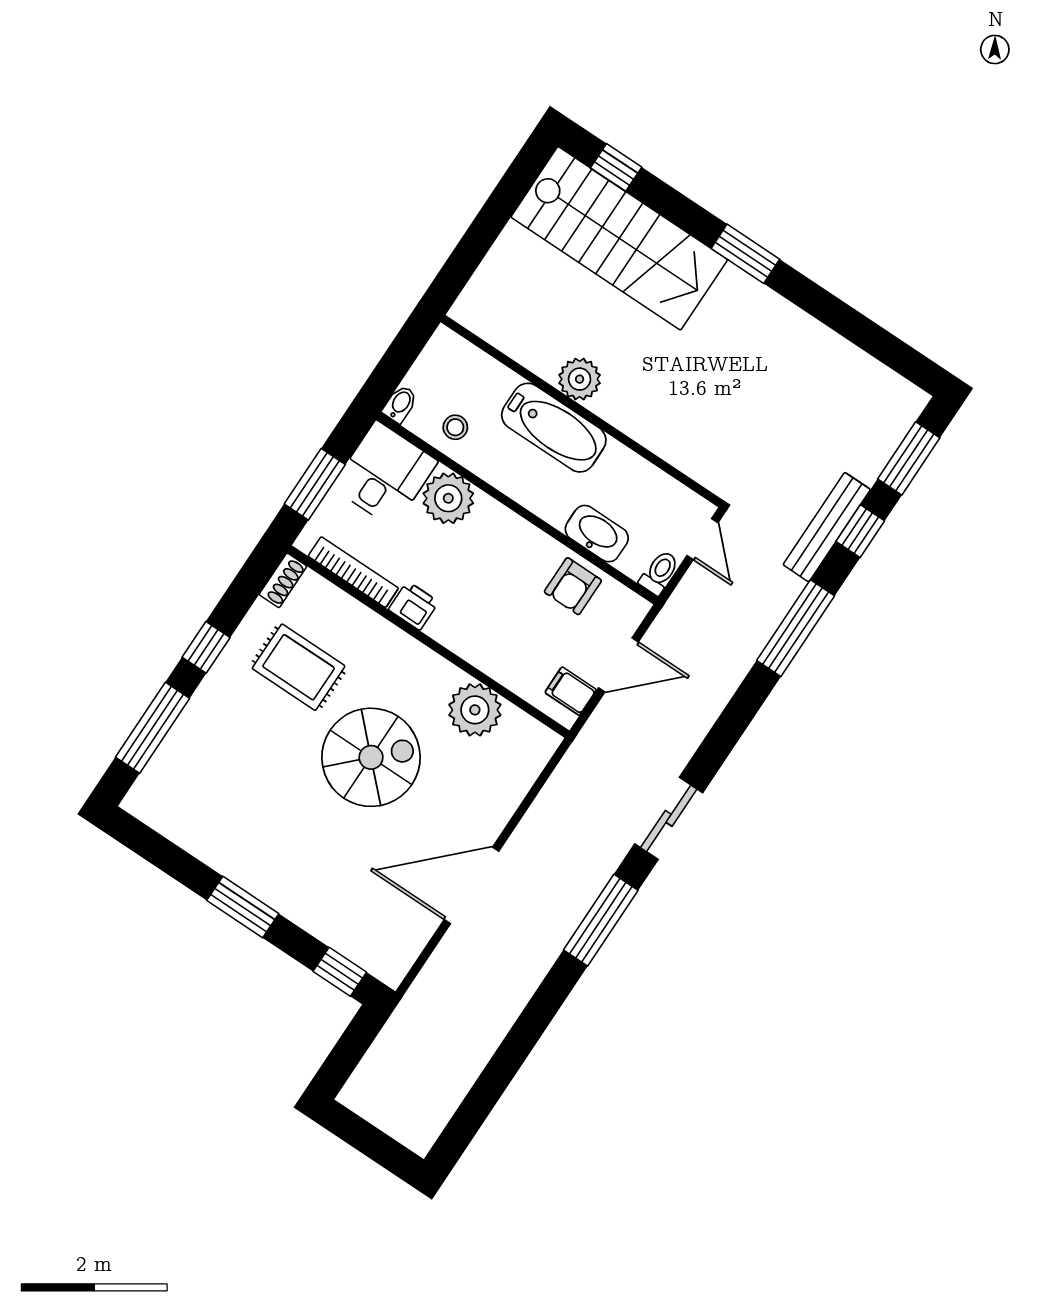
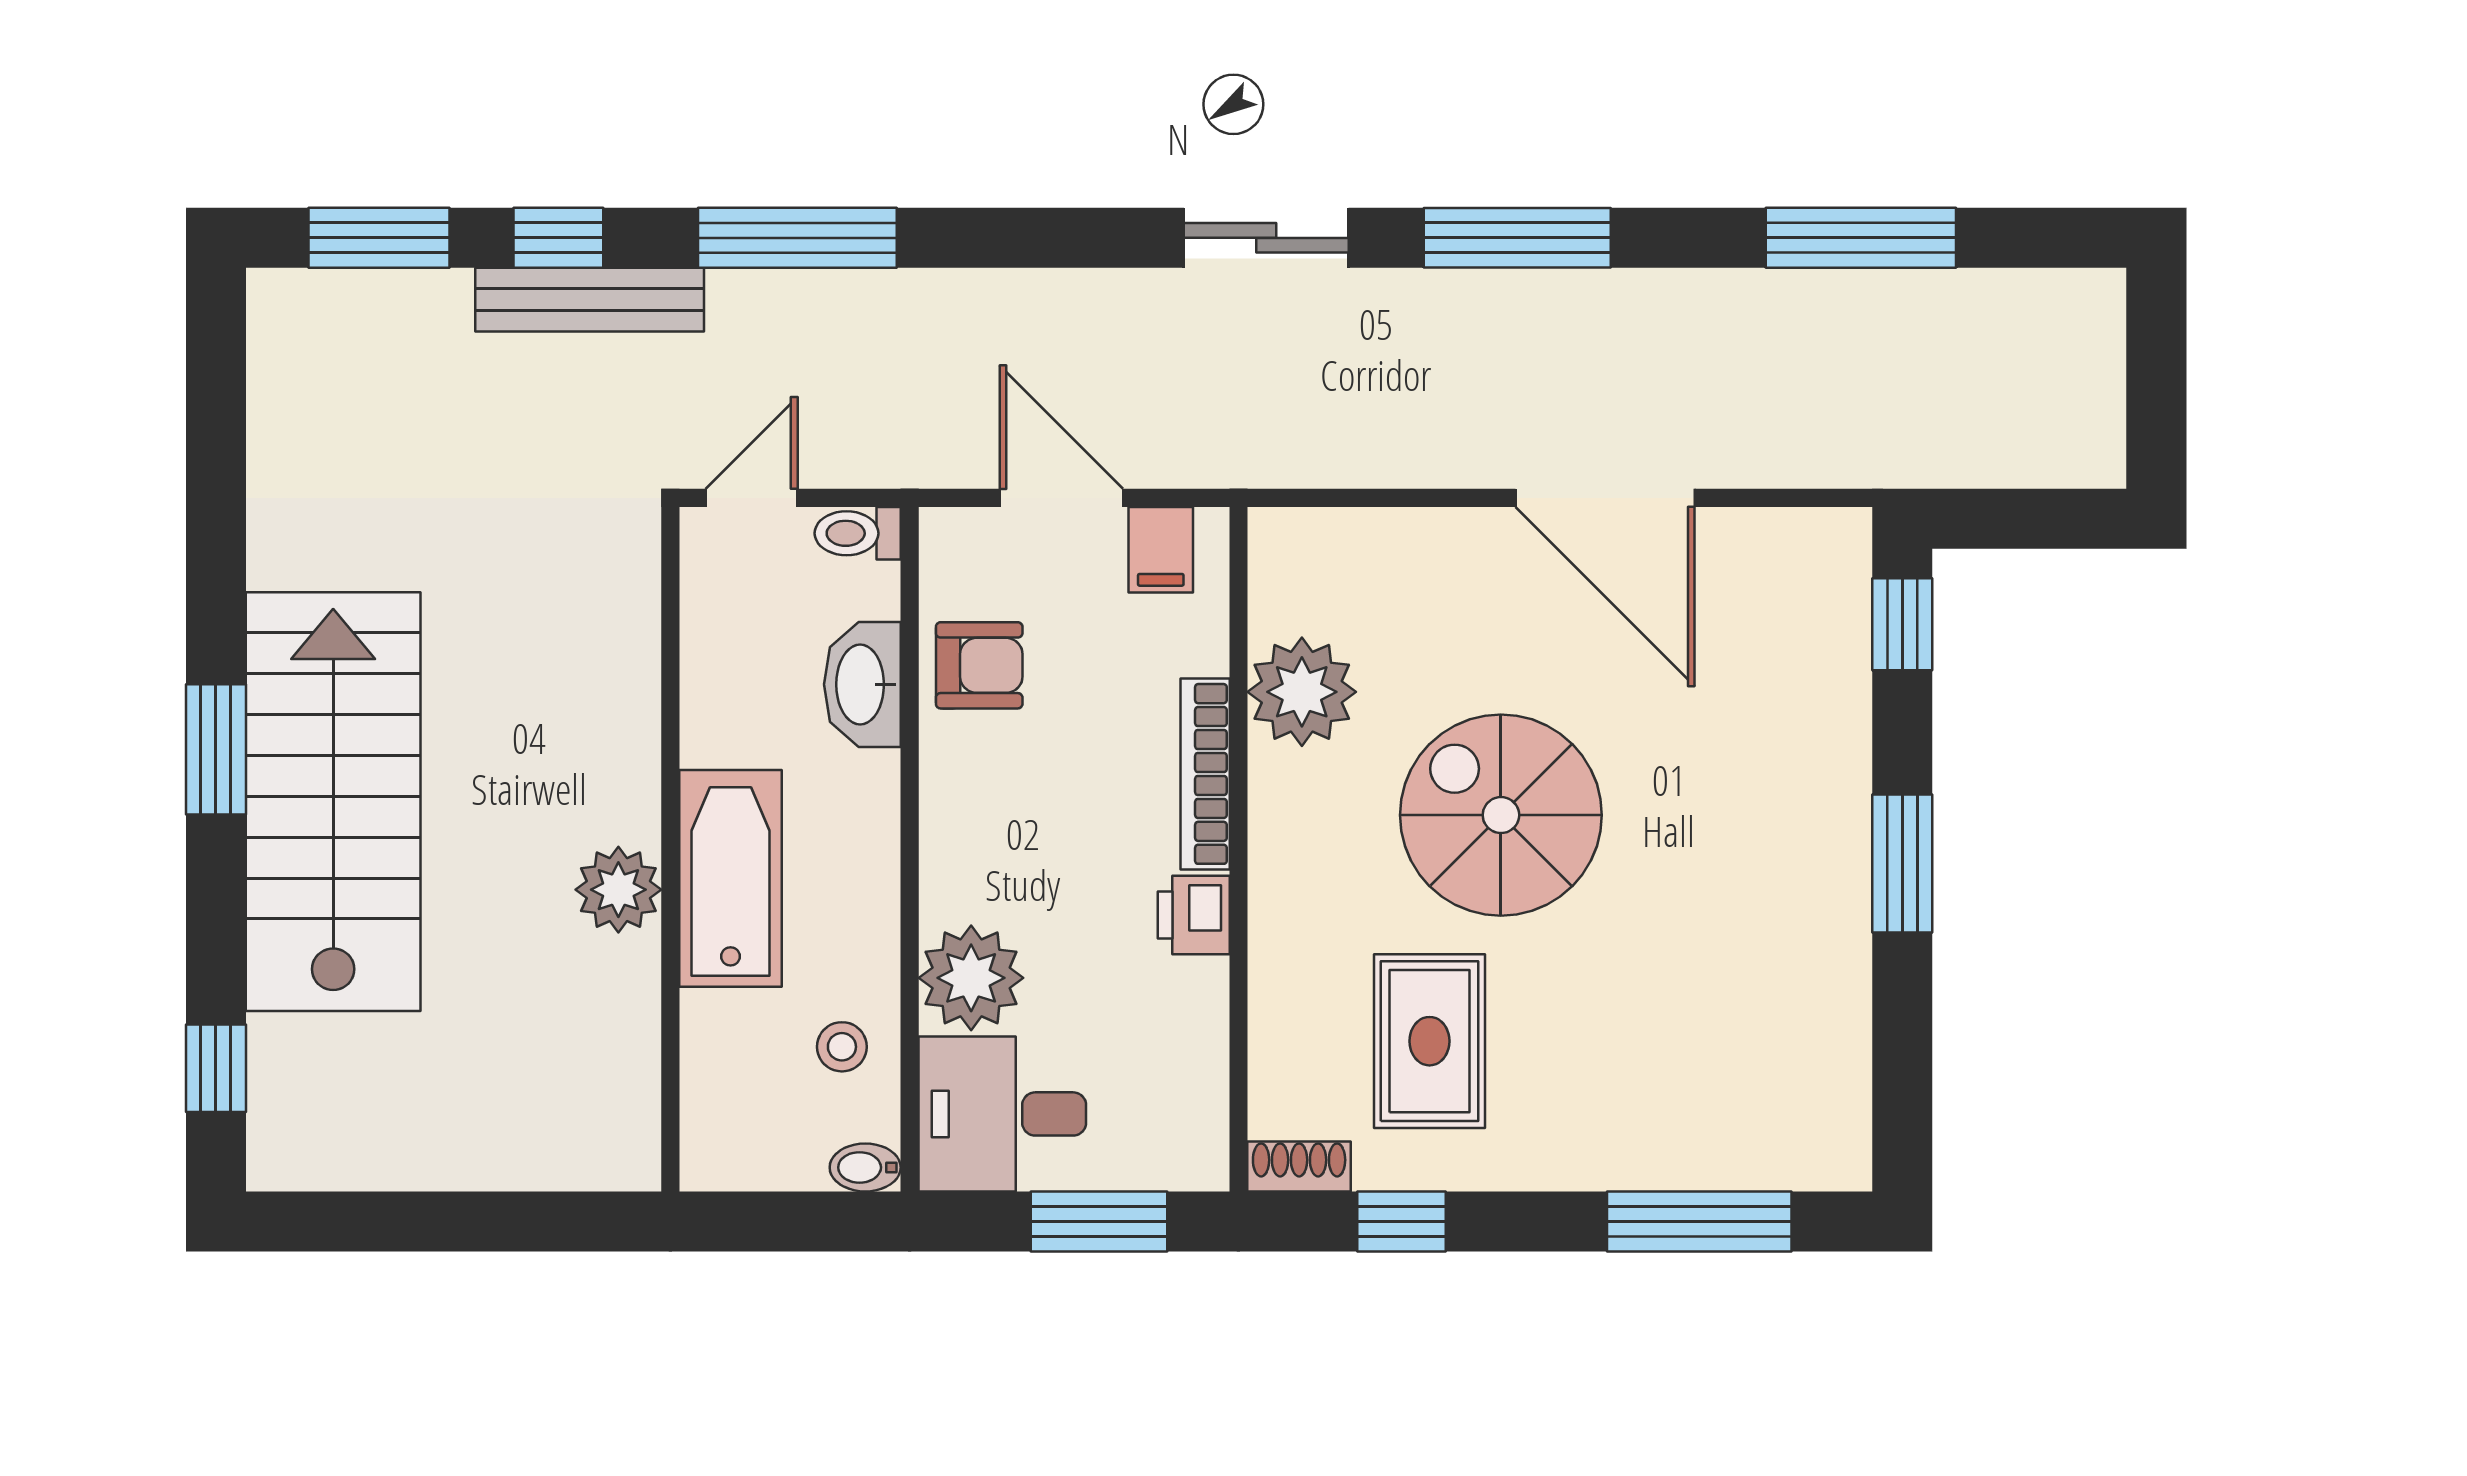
stairs: (619, 238) -> (333, 802), moved
bookcase: (353, 572) -> (1205, 774), moved
window: (206, 647) -> (1402, 1221), moved
window: (508, 1060) -> (1861, 238), added

